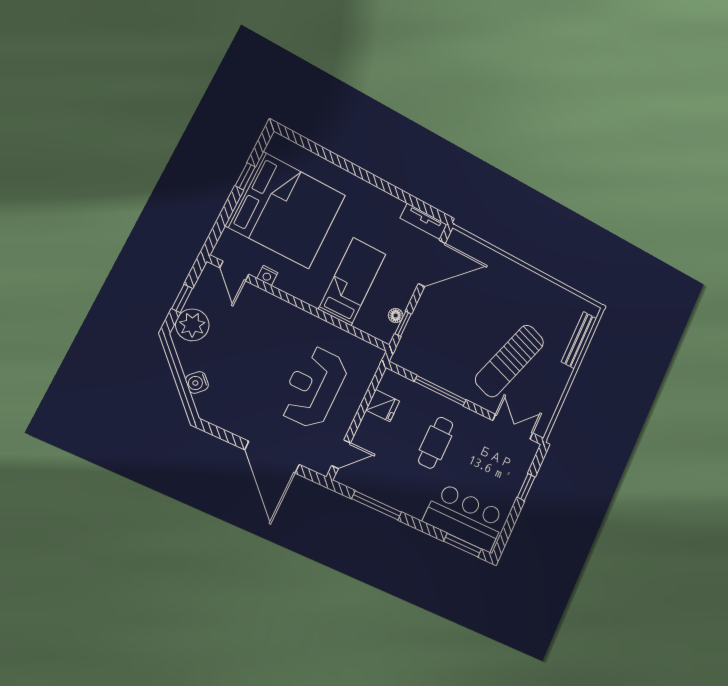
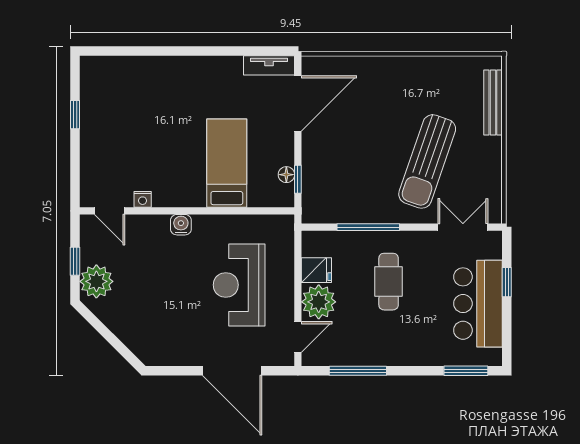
bed: (286, 210) -> (129, 127), removed
water cooler: (197, 382) -> (181, 225), moved, turned 135
plant: (372, 433) -> (319, 302), added
bar counter: (465, 517) -> (478, 304), moved, turned -90

